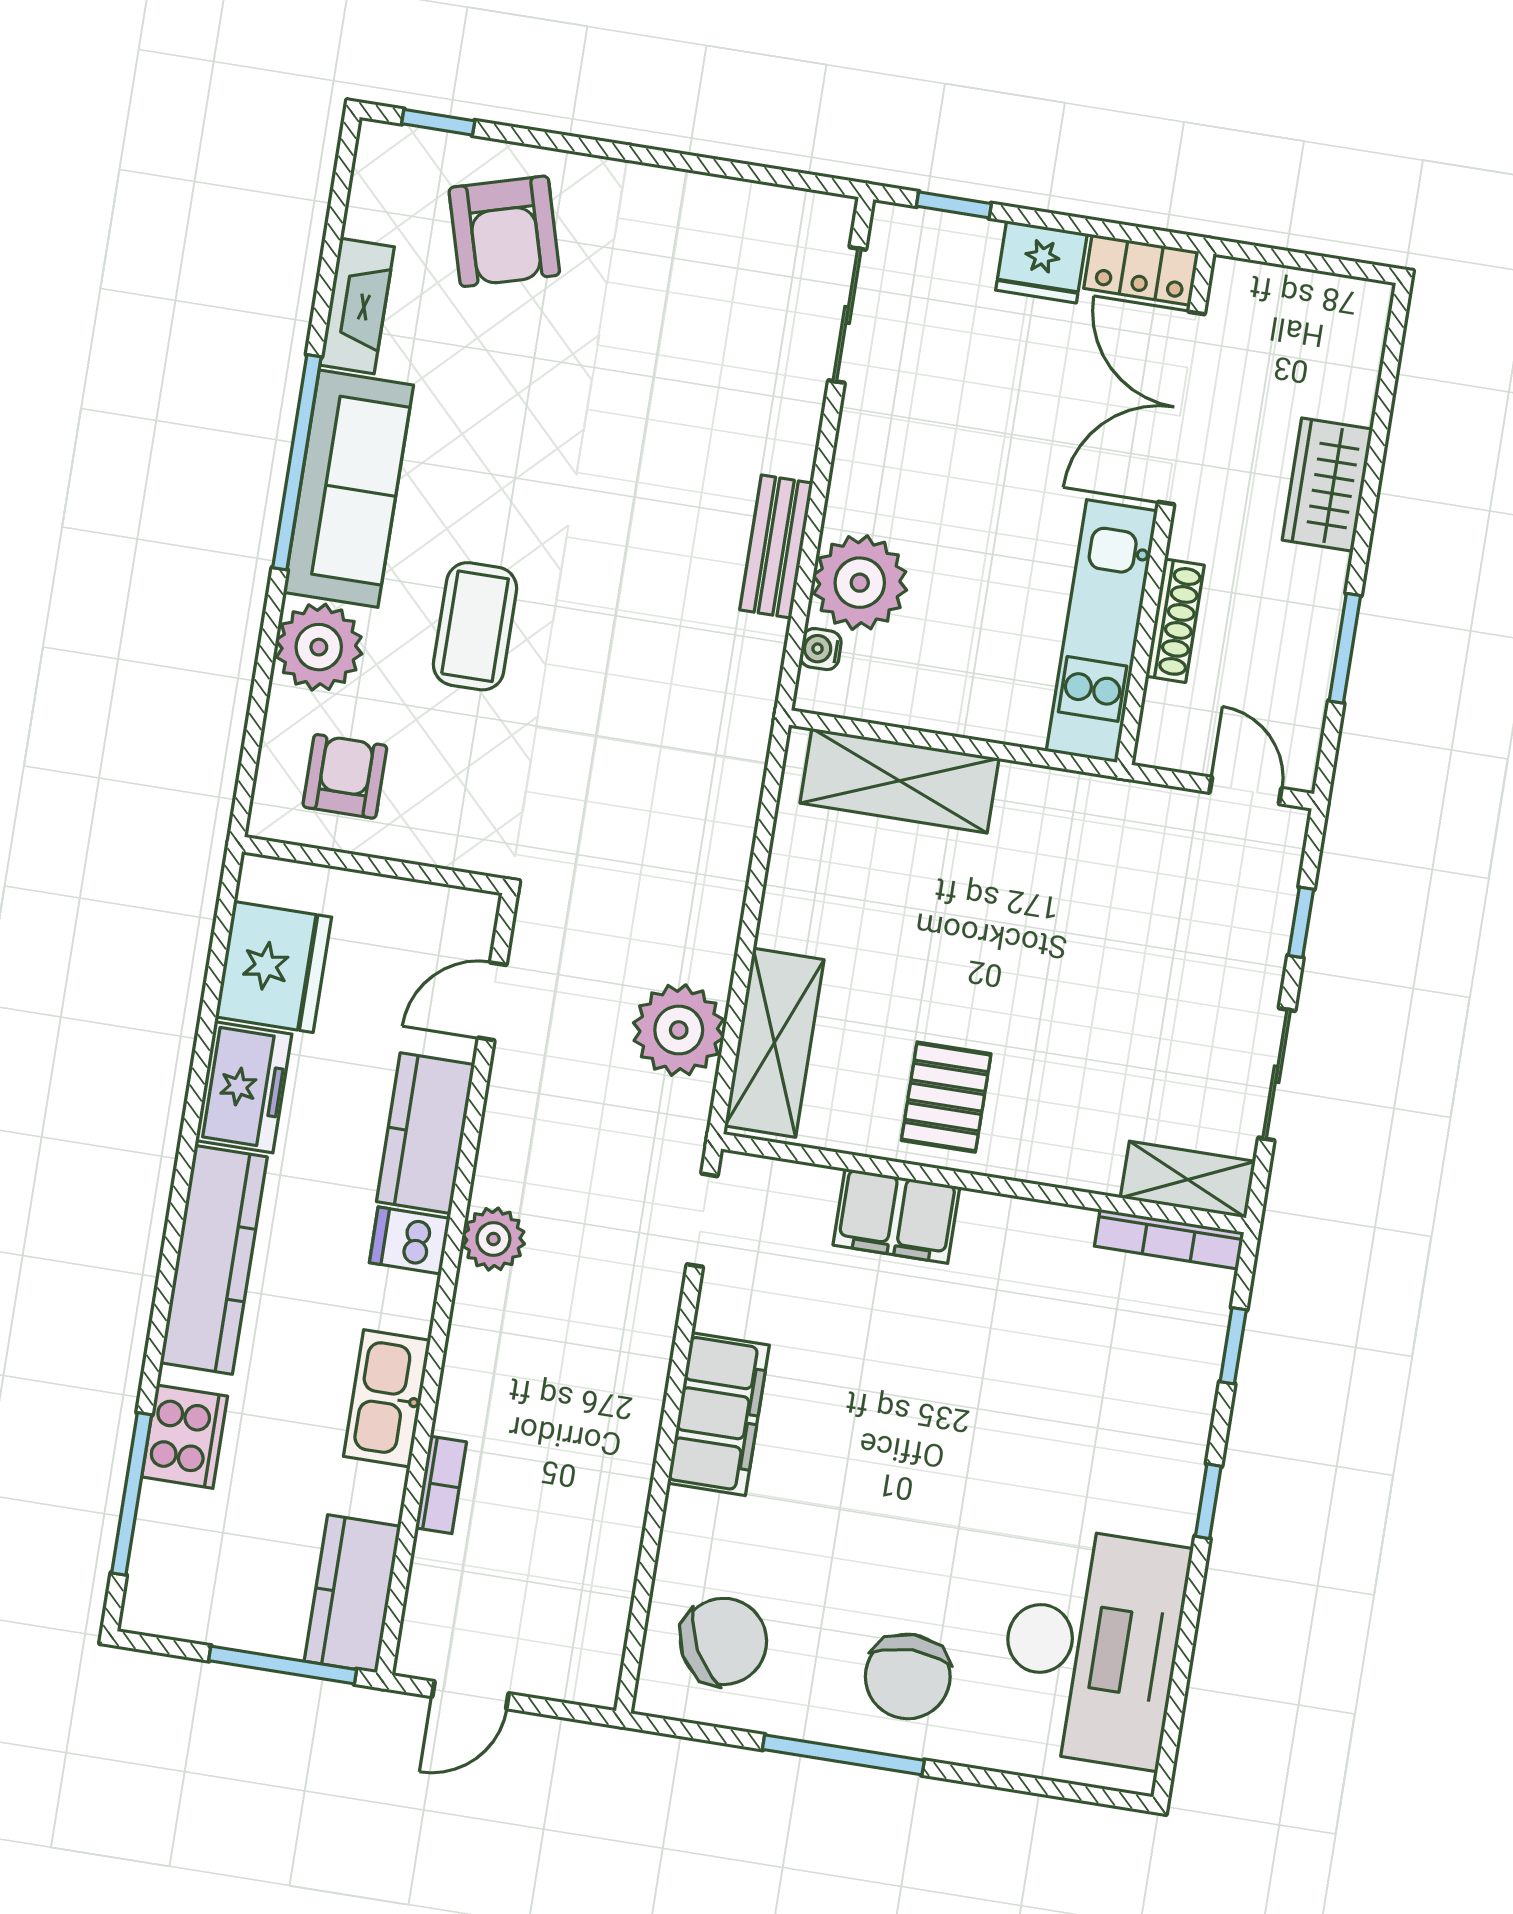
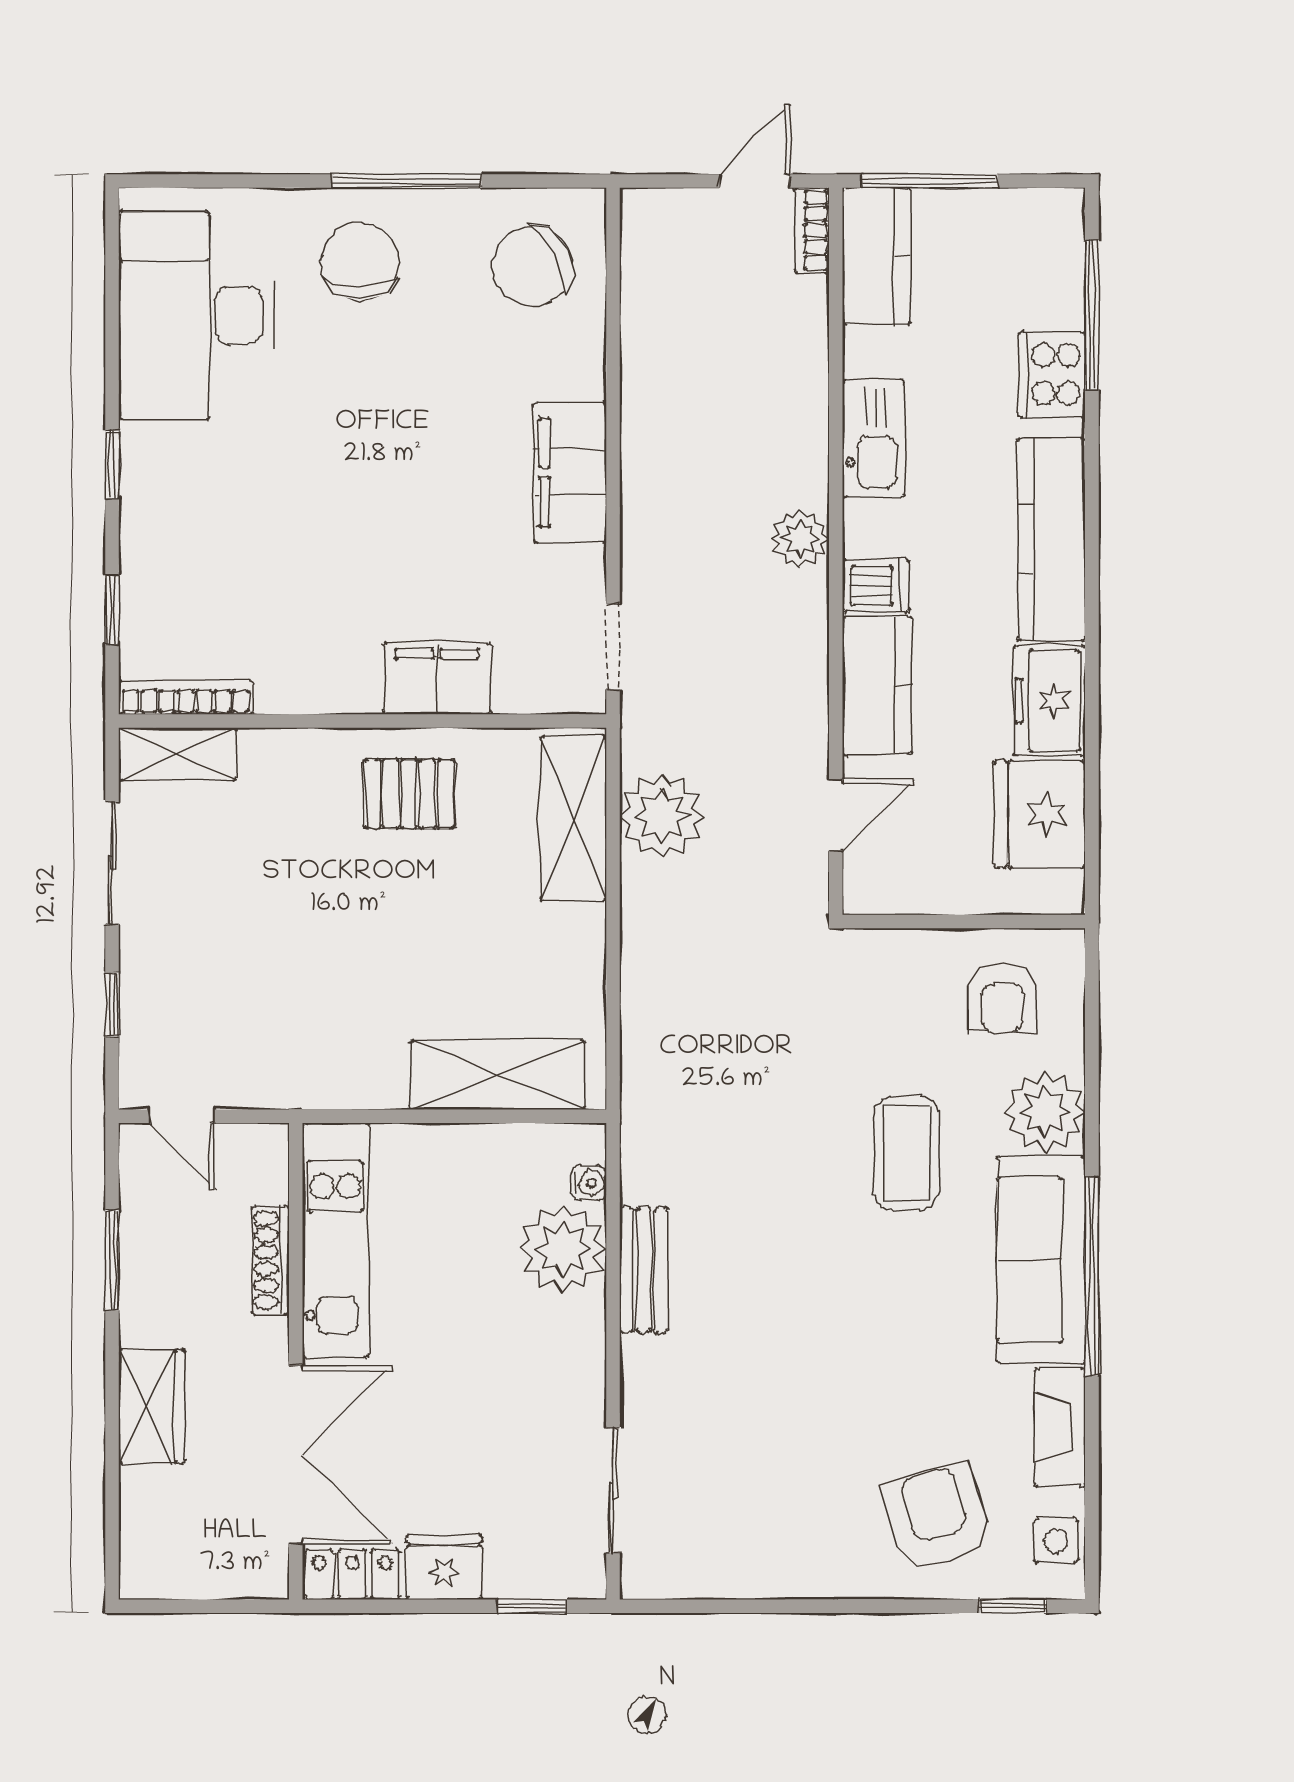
side table: (381, 185) -> (1056, 1541), added
pallet: (946, 1097) -> (409, 794), turned 90
plant: (493, 1239) -> (800, 539), moved
bookcase: (441, 1485) -> (812, 230), moved

